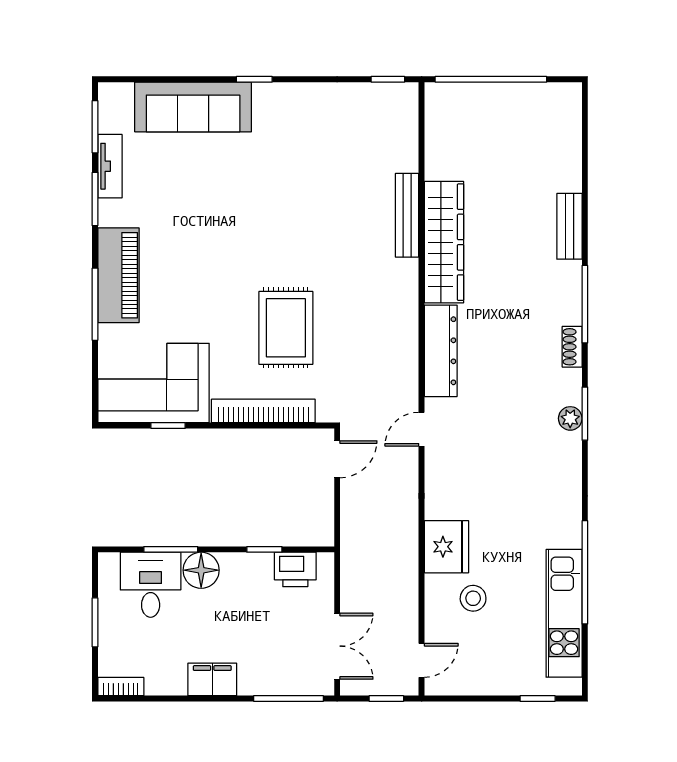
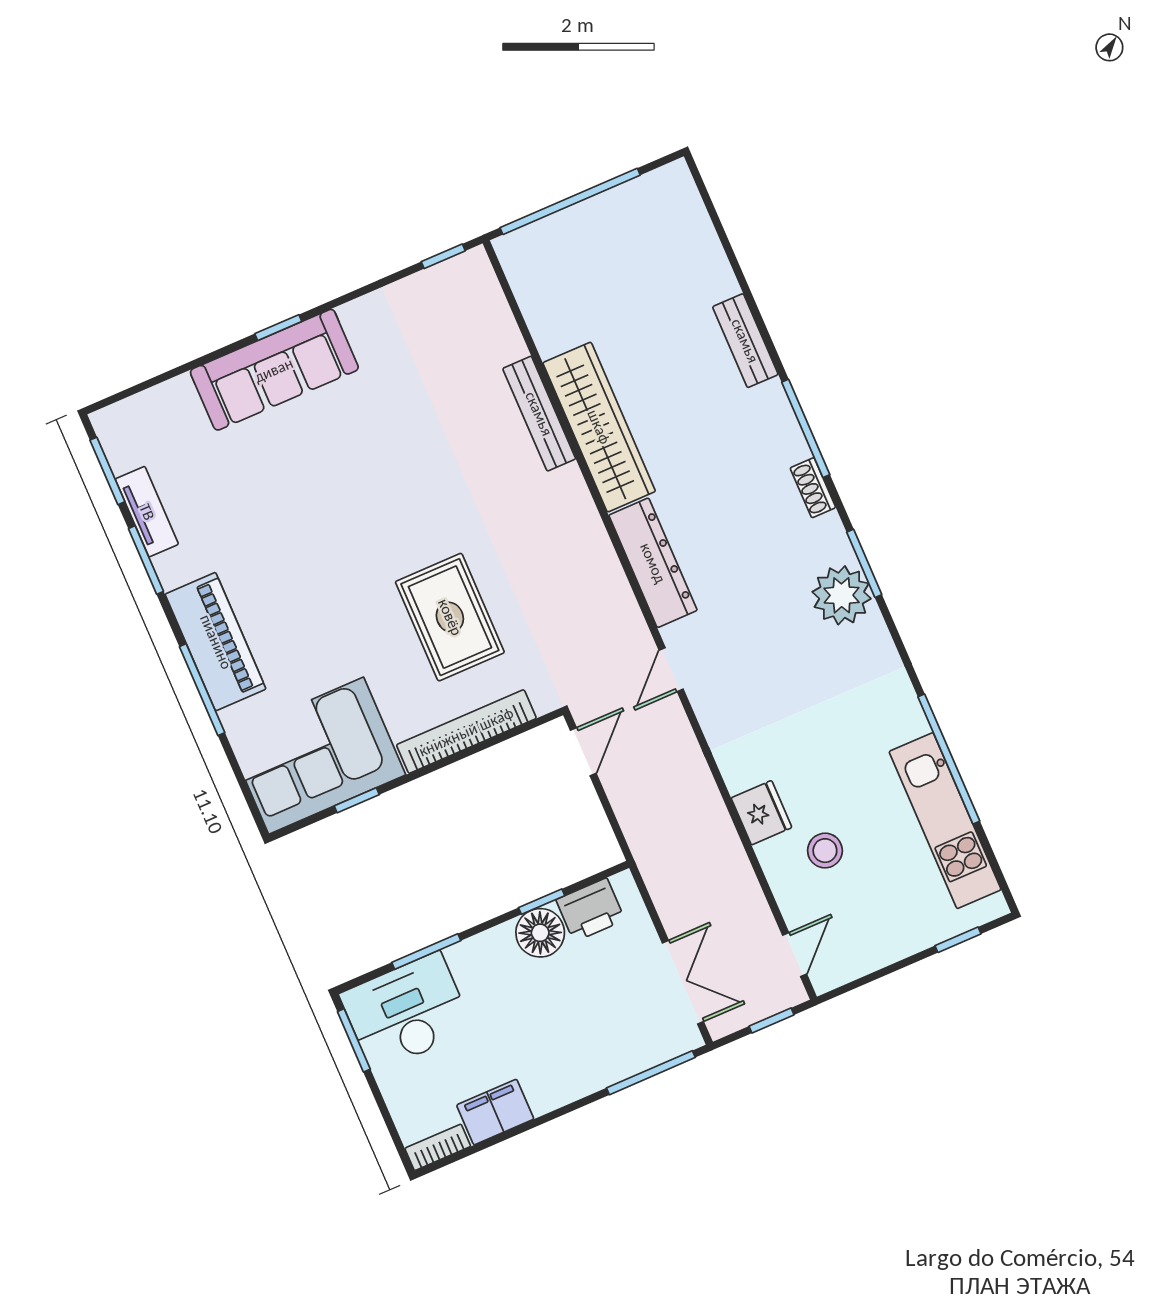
sofa: (193, 107) -> (274, 370), moved
plant: (570, 418) -> (842, 595), width x1.87, depth x1.87
fridge: (446, 547) -> (761, 813), width x0.73, depth x0.75
floor lamp: (201, 570) -> (540, 933), moved
desk: (151, 585) -> (406, 1012), width x1.37
window: (95, 622) -> (354, 1040), moved
filing cabinet: (212, 679) -> (495, 1112), moved

